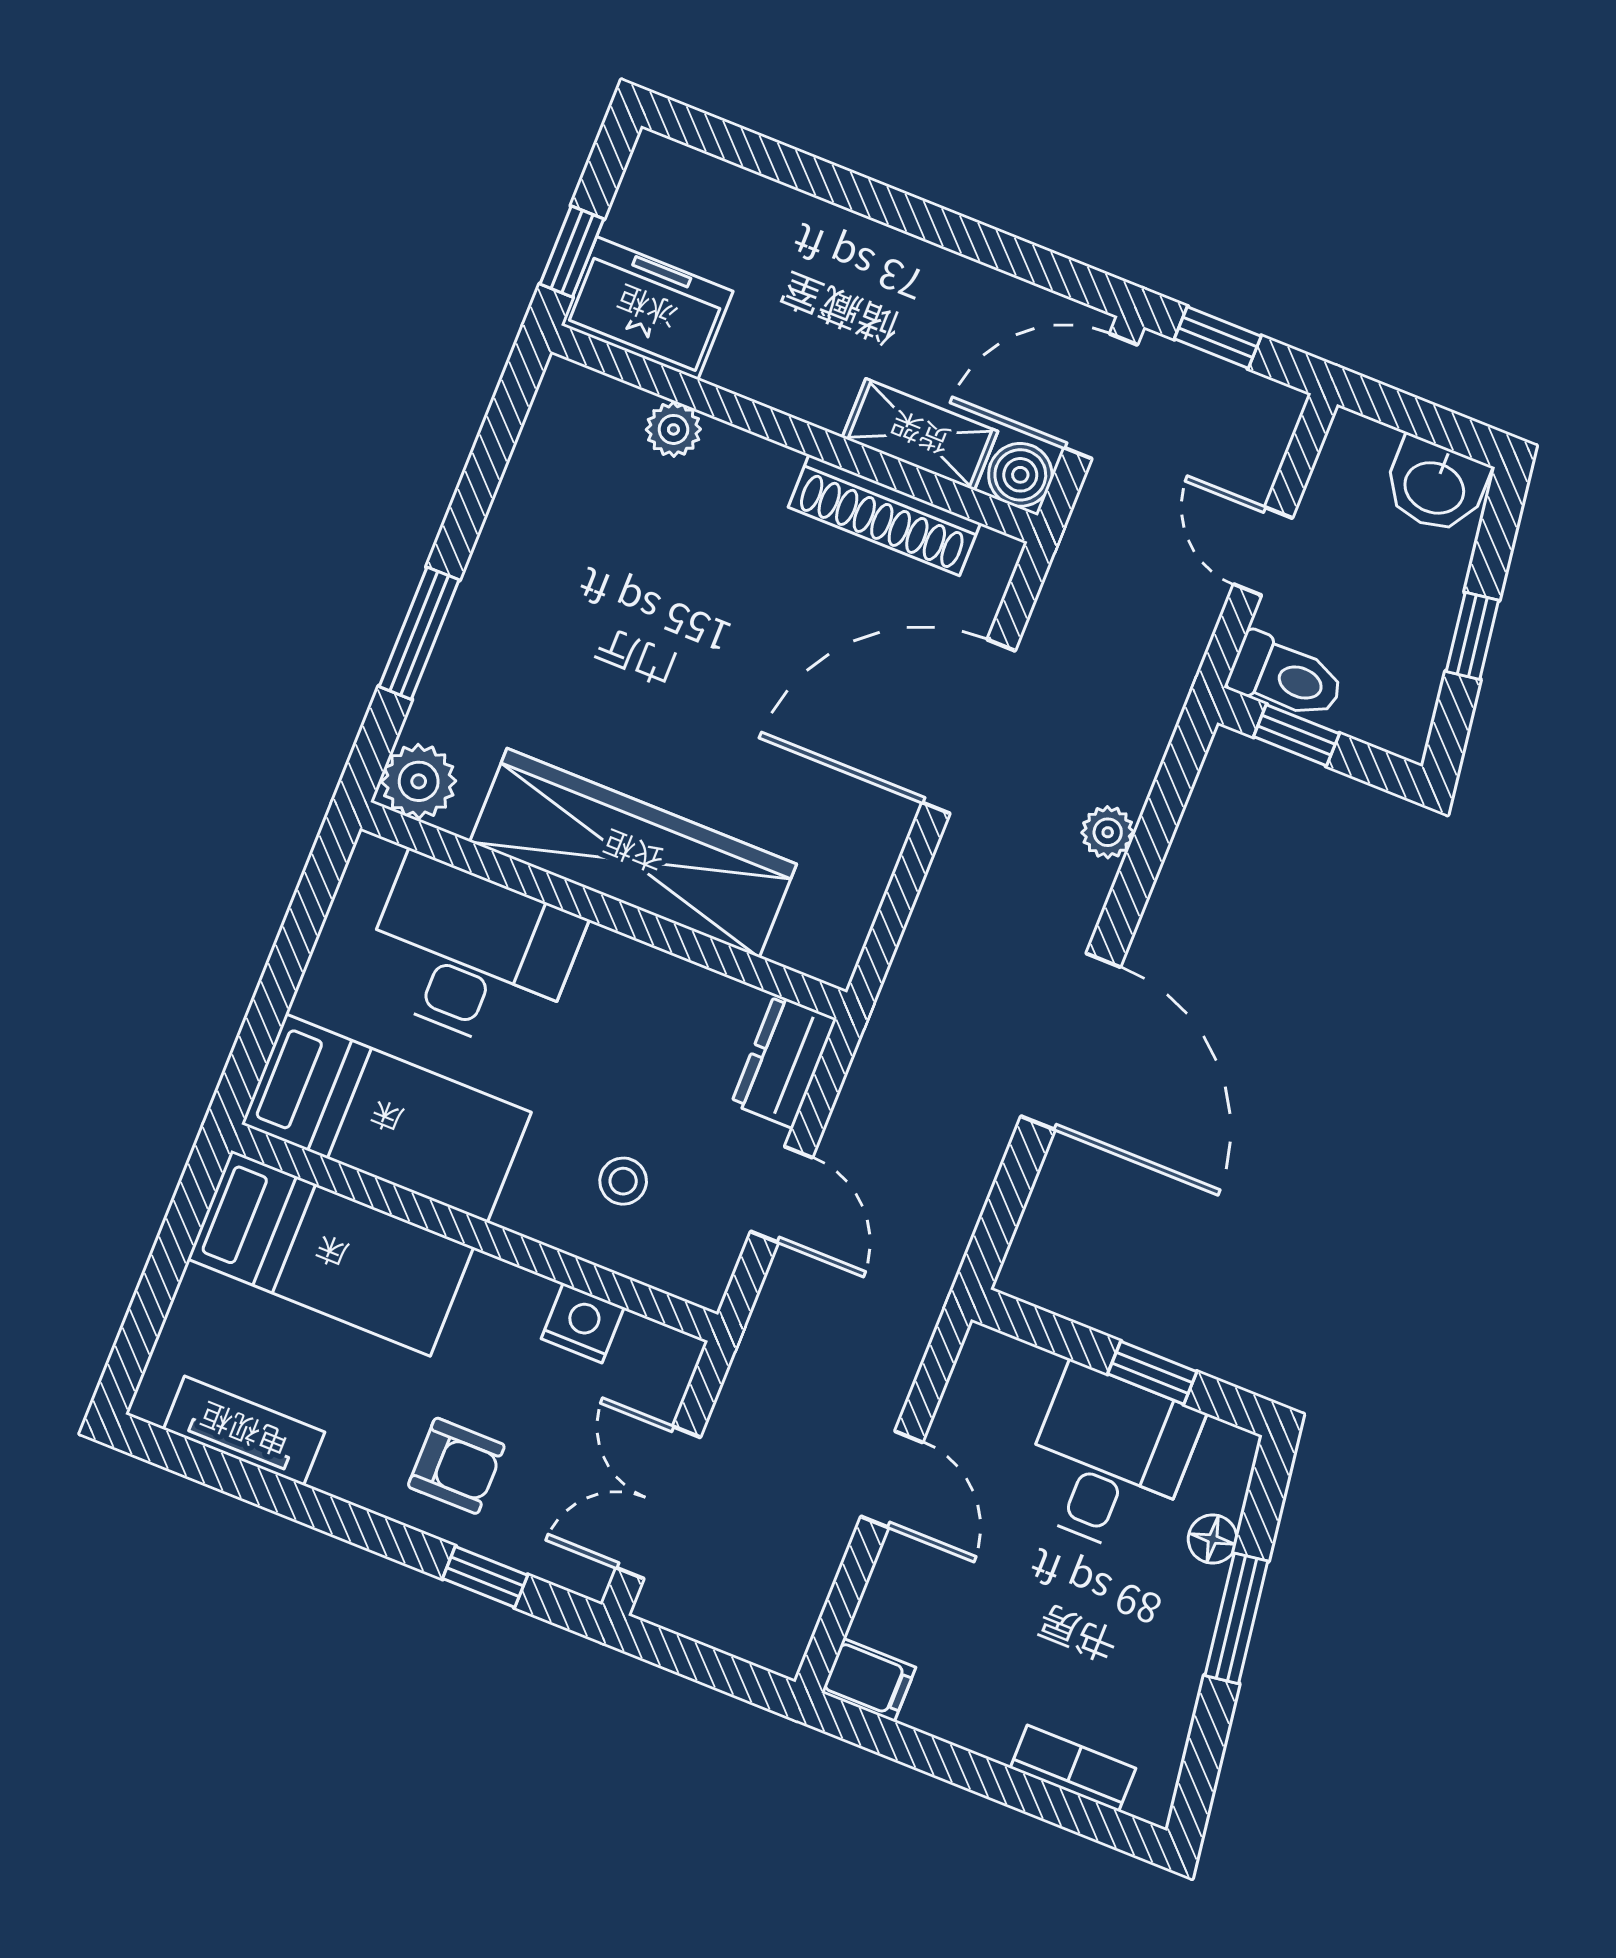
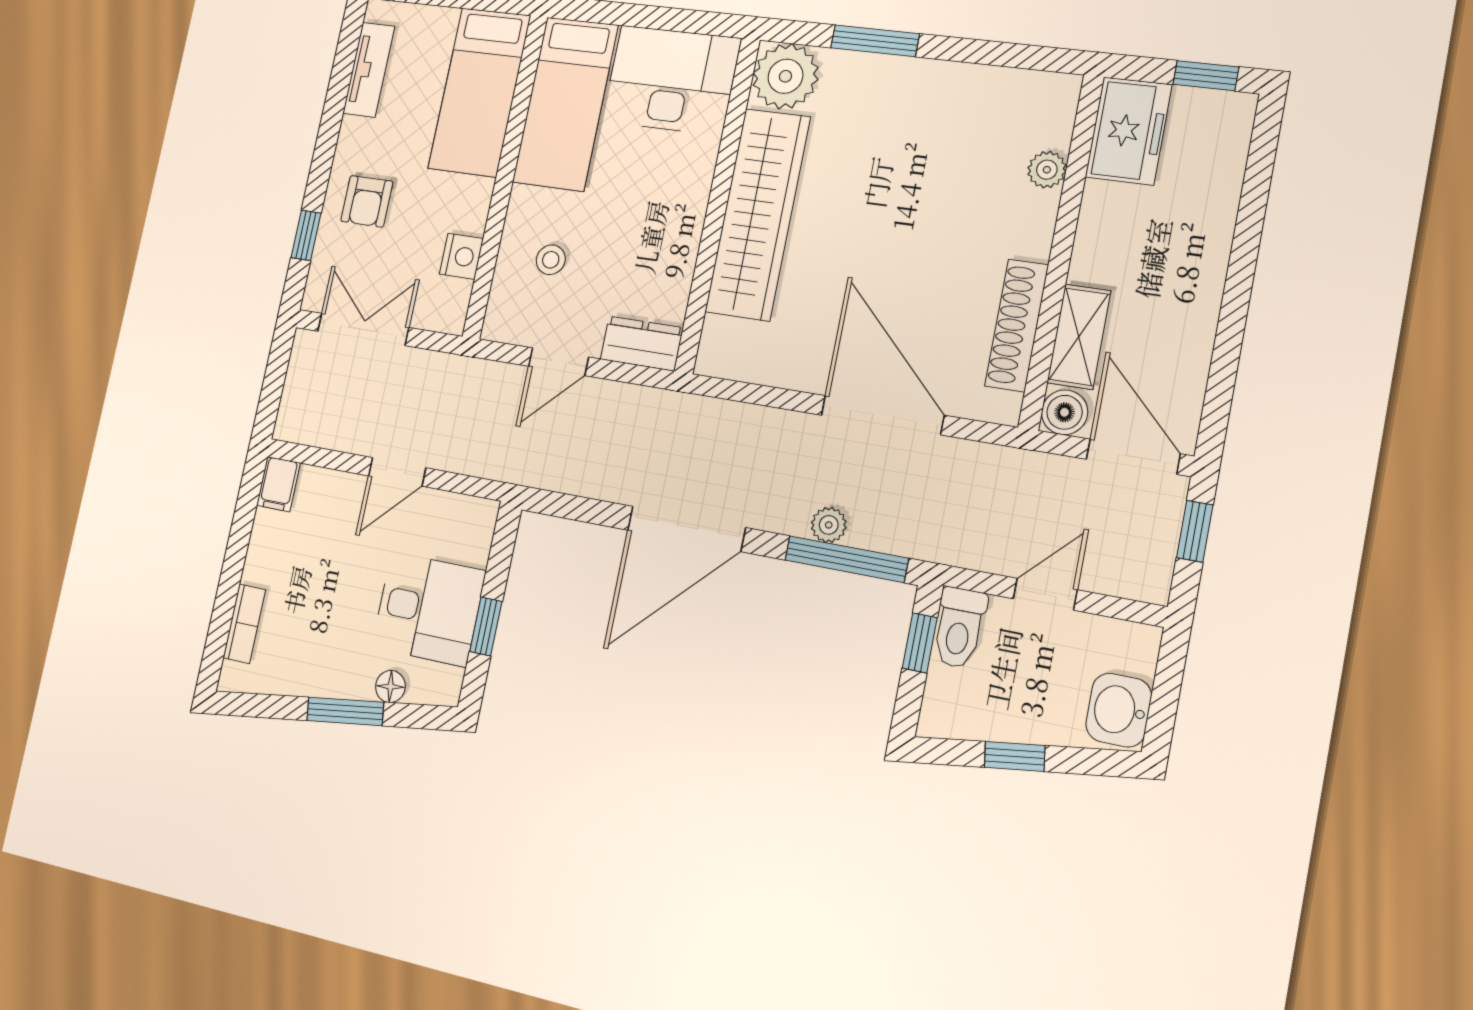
window: (572, 252) -> (1206, 76), moved
plant: (419, 781) -> (785, 76), width x1.36, depth x1.36
window: (1161, 816) -> (846, 559), added
desk: (471, 954) -> (671, 80), moved, turned -90

